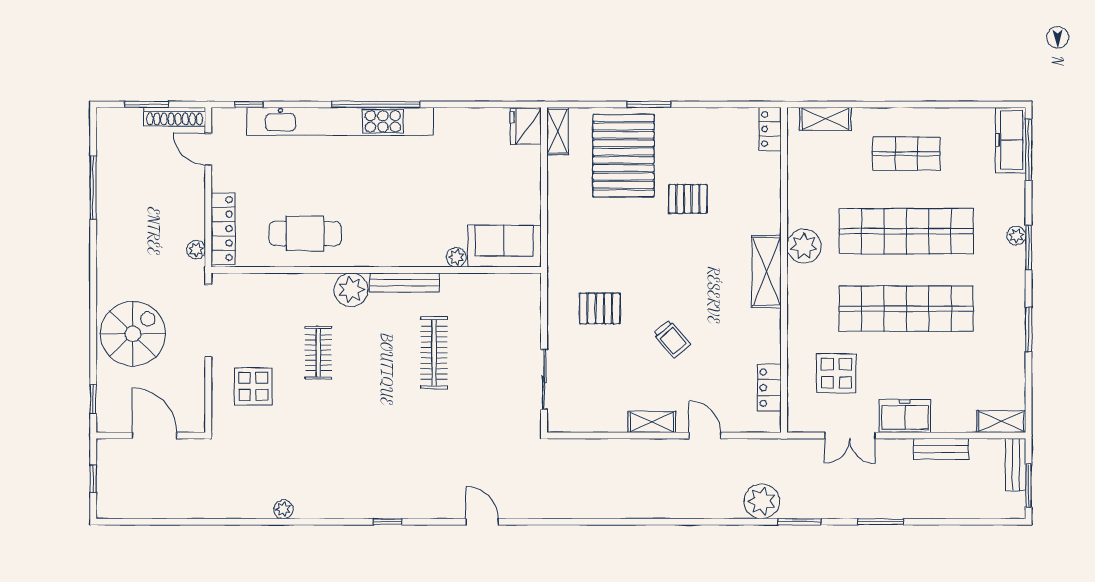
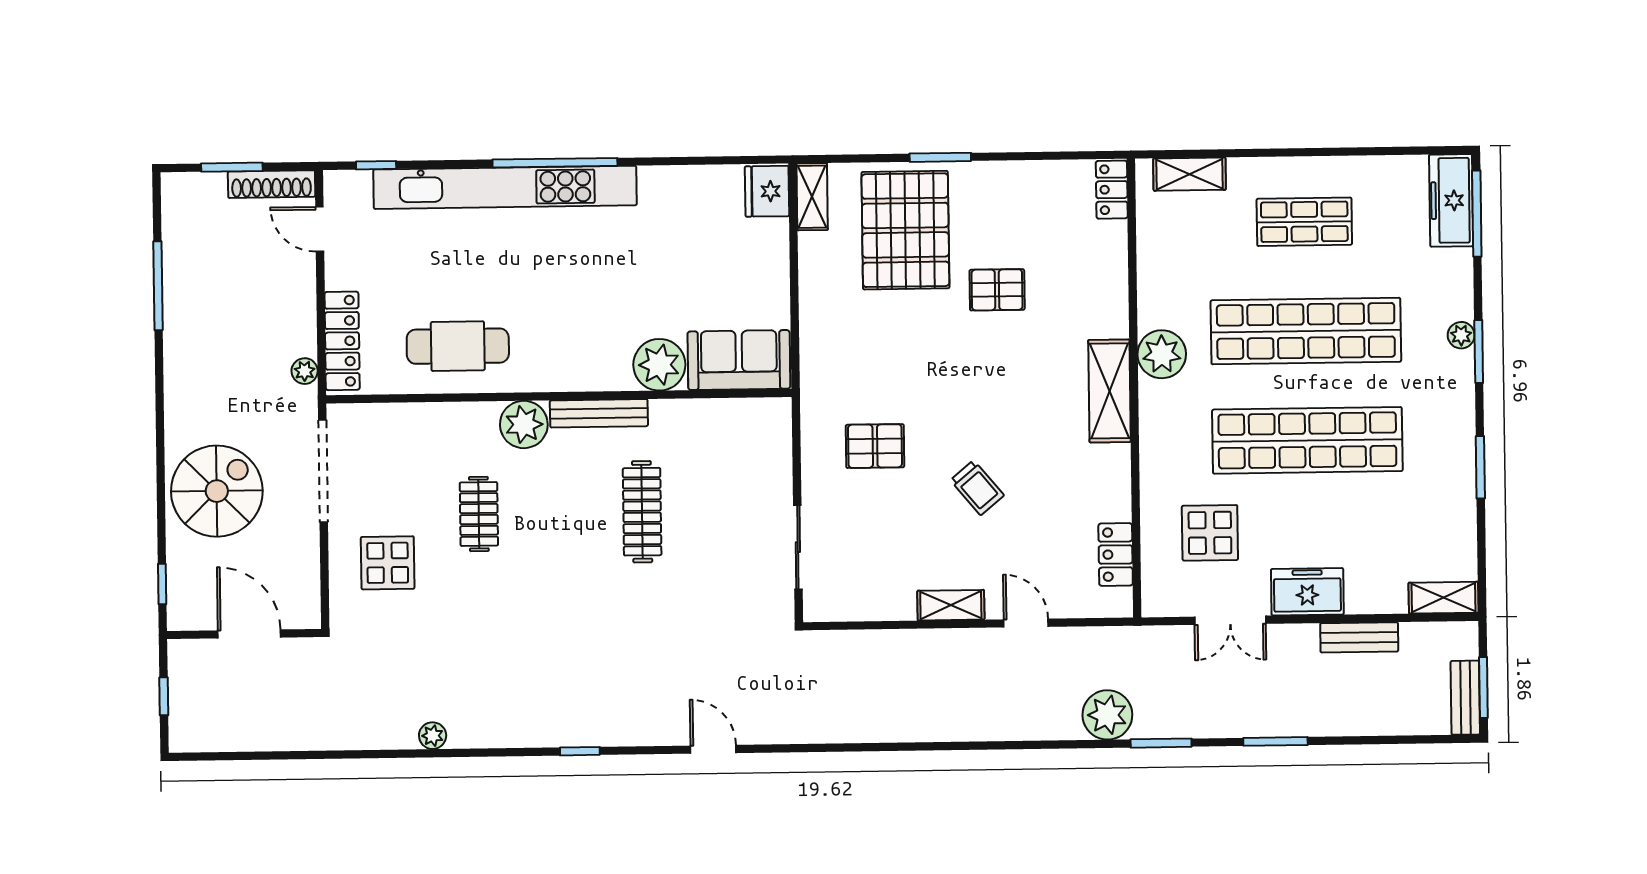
plant: (456, 257) -> (659, 365), width x1.88, depth x1.88
bench: (1016, 465) -> (1465, 698), moved

